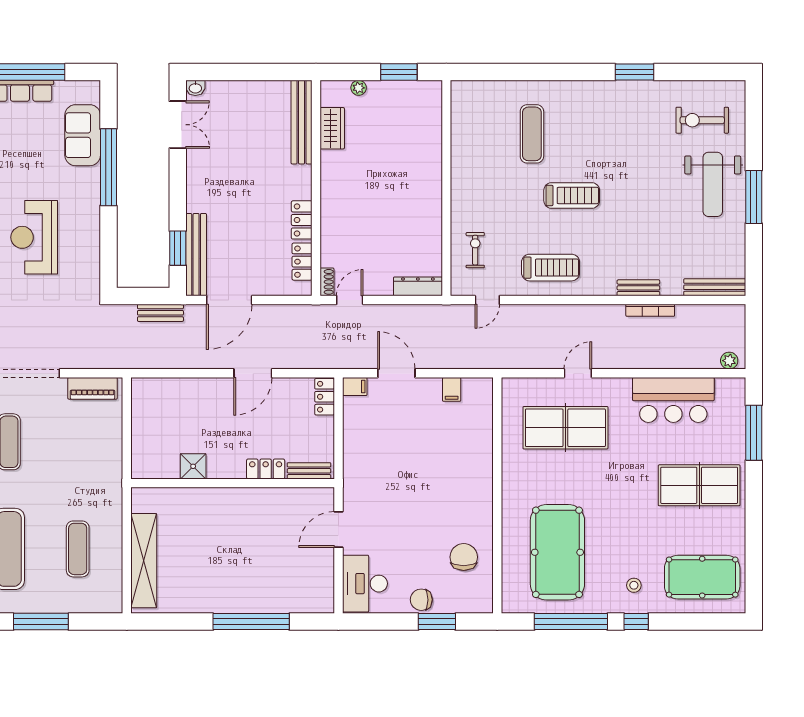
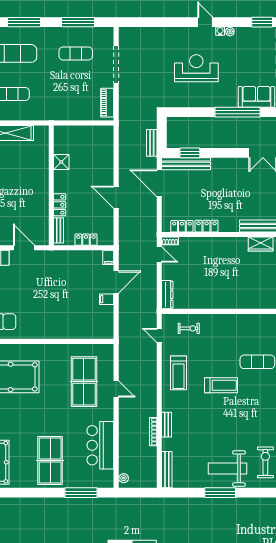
treadmill: (572, 195) -> (221, 385), turned -90
filing cabinet: (452, 389) -> (107, 299), moved
locker: (325, 397) -> (86, 240), moved

